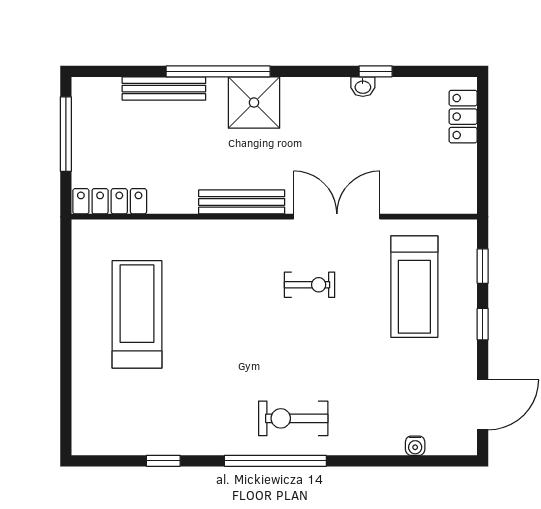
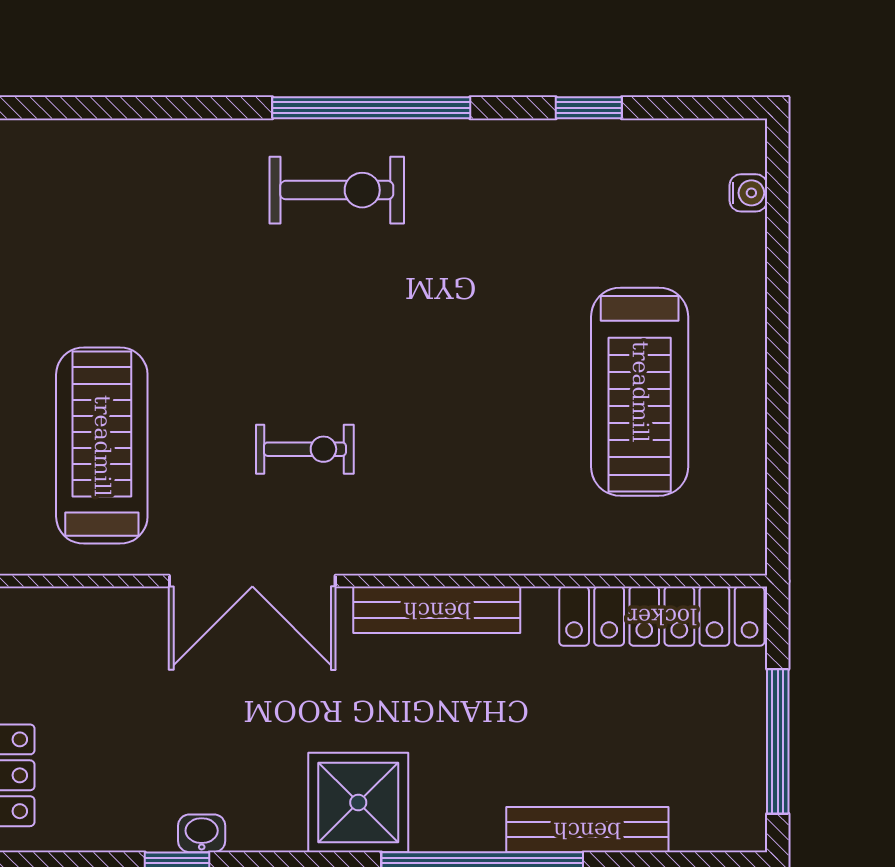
shower: (254, 103) -> (358, 802), moved
locker: (110, 201) -> (662, 616), width x1.41, depth x1.21
exercise bike: (310, 285) -> (305, 449), turned 180
water cooler: (415, 446) -> (748, 193), moved, turned 90

